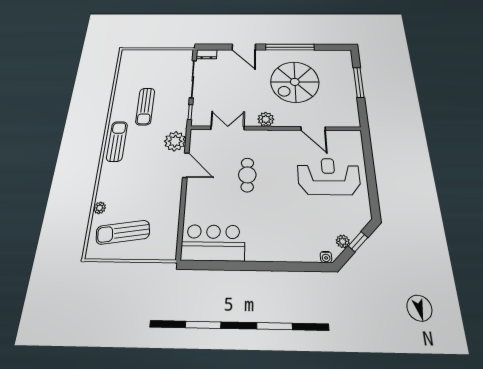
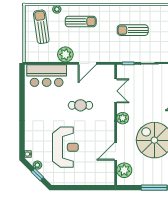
plant: (339, 118) -> (124, 170), added
sun lounger: (117, 141) -> (81, 22), moved
plant: (175, 141) -> (65, 54), moved
reception desk: (329, 176) -> (65, 147), moved
bar counter: (213, 243) -> (47, 76), moved, turned 90

